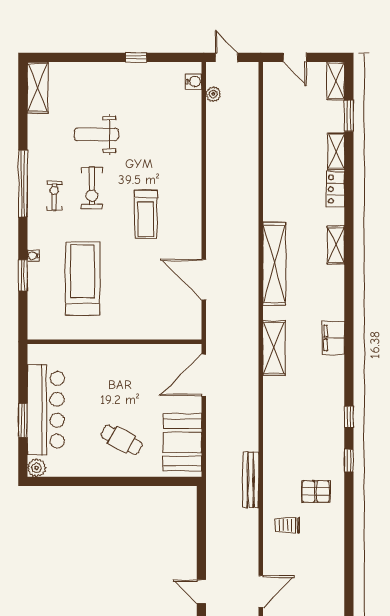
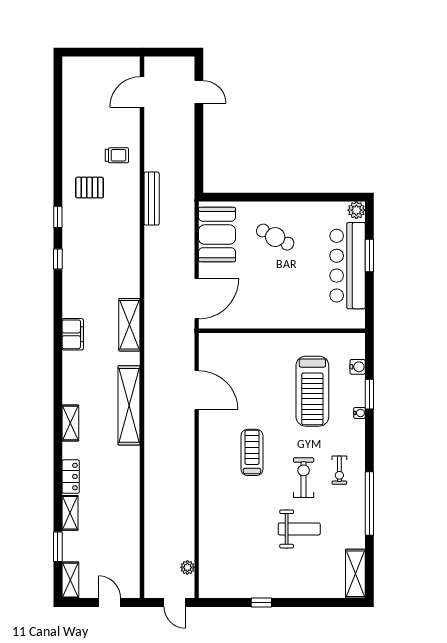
water cooler: (194, 82) -> (358, 367), moved, turned 180
window: (23, 184) -> (369, 503), moved

